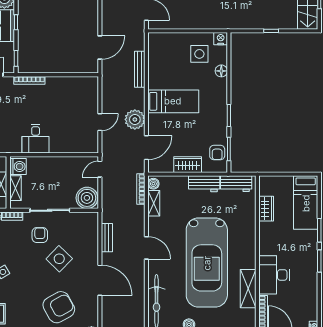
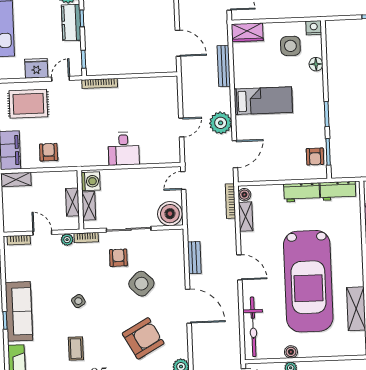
door: (100, 48) -> (178, 43), hinge flipped
desk: (36, 139) -> (124, 149), moved
wardrobe: (188, 165) -> (247, 32), moved, turned 180

